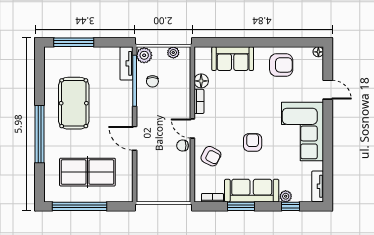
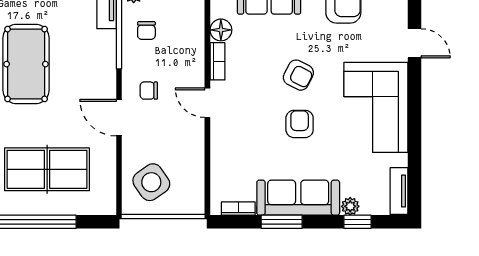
chair: (183, 146) -> (149, 91), moved
armchair: (211, 156) -> (298, 75), moved
side table: (156, 180) -> (151, 182), added

